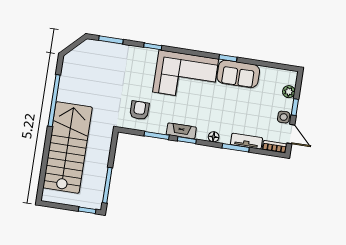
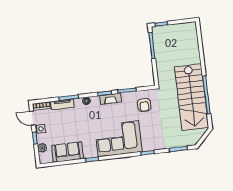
sofa: (238, 74) -> (67, 152), moved
stairs: (68, 147) -> (192, 97), moved

